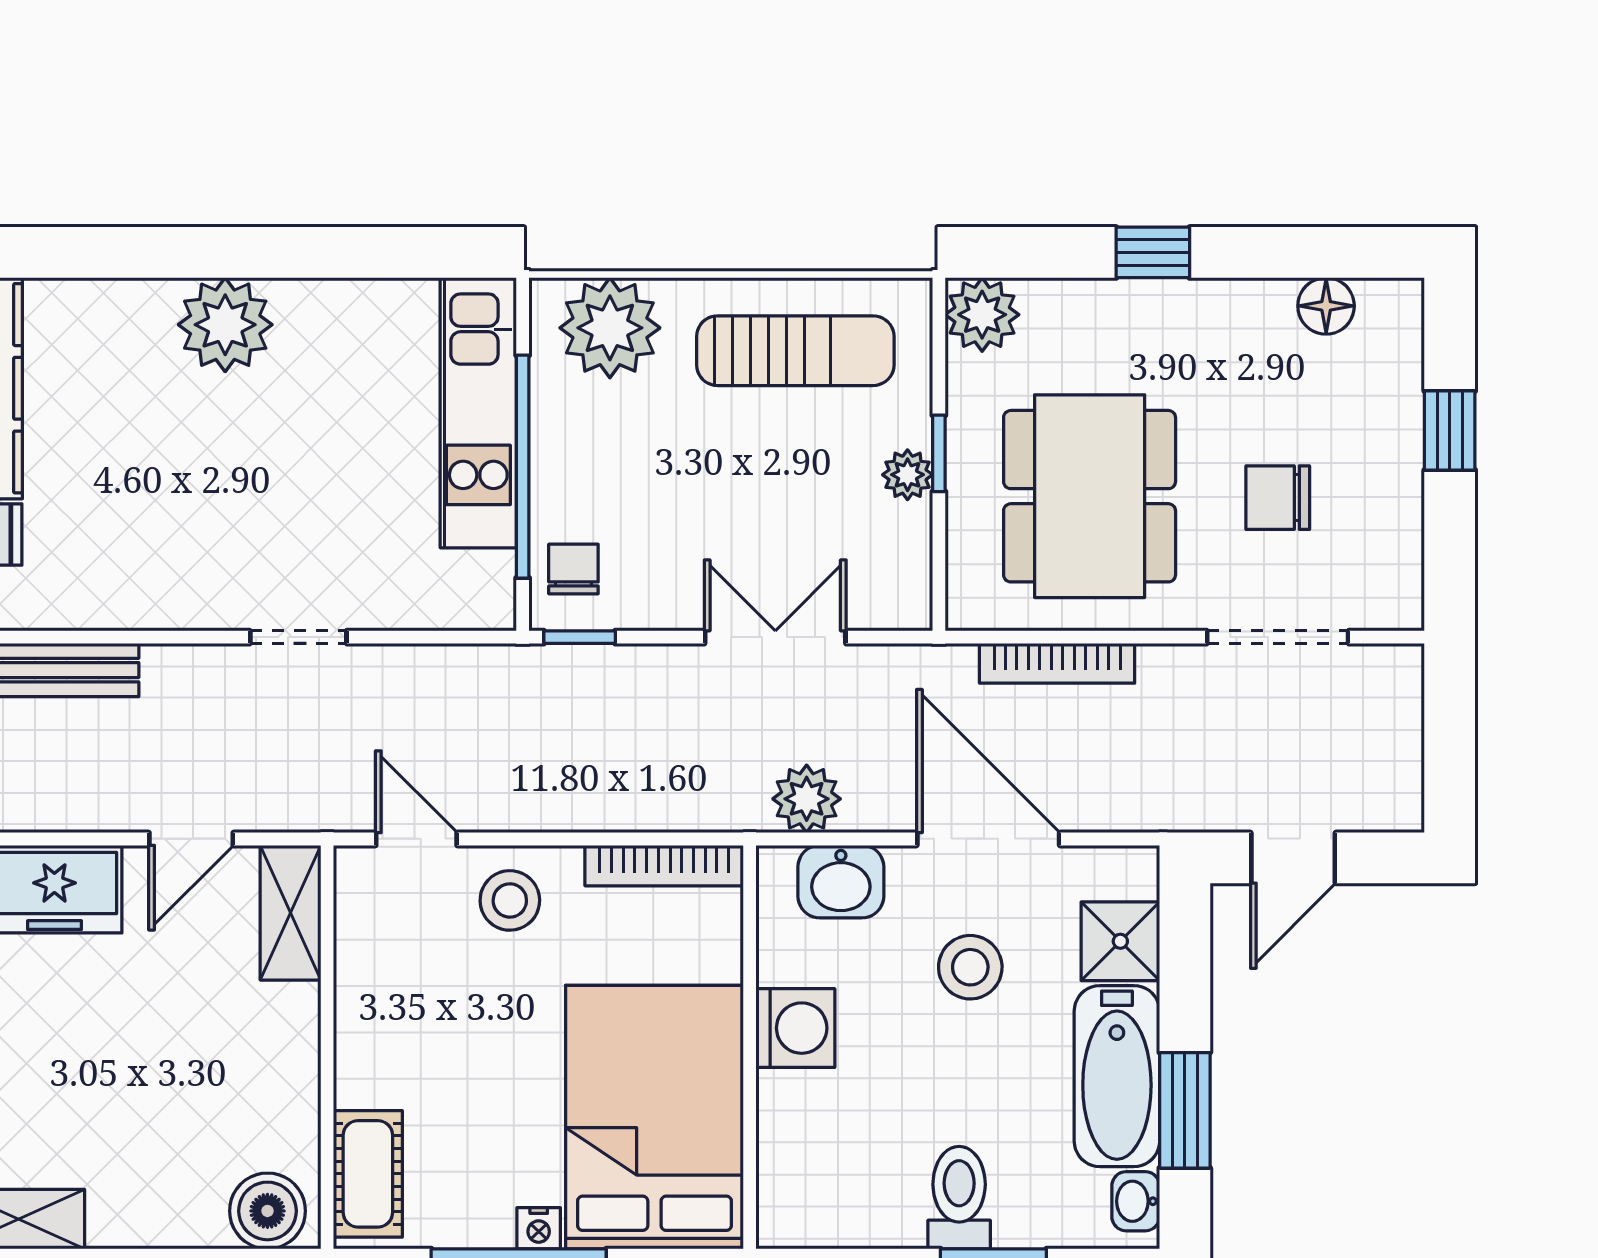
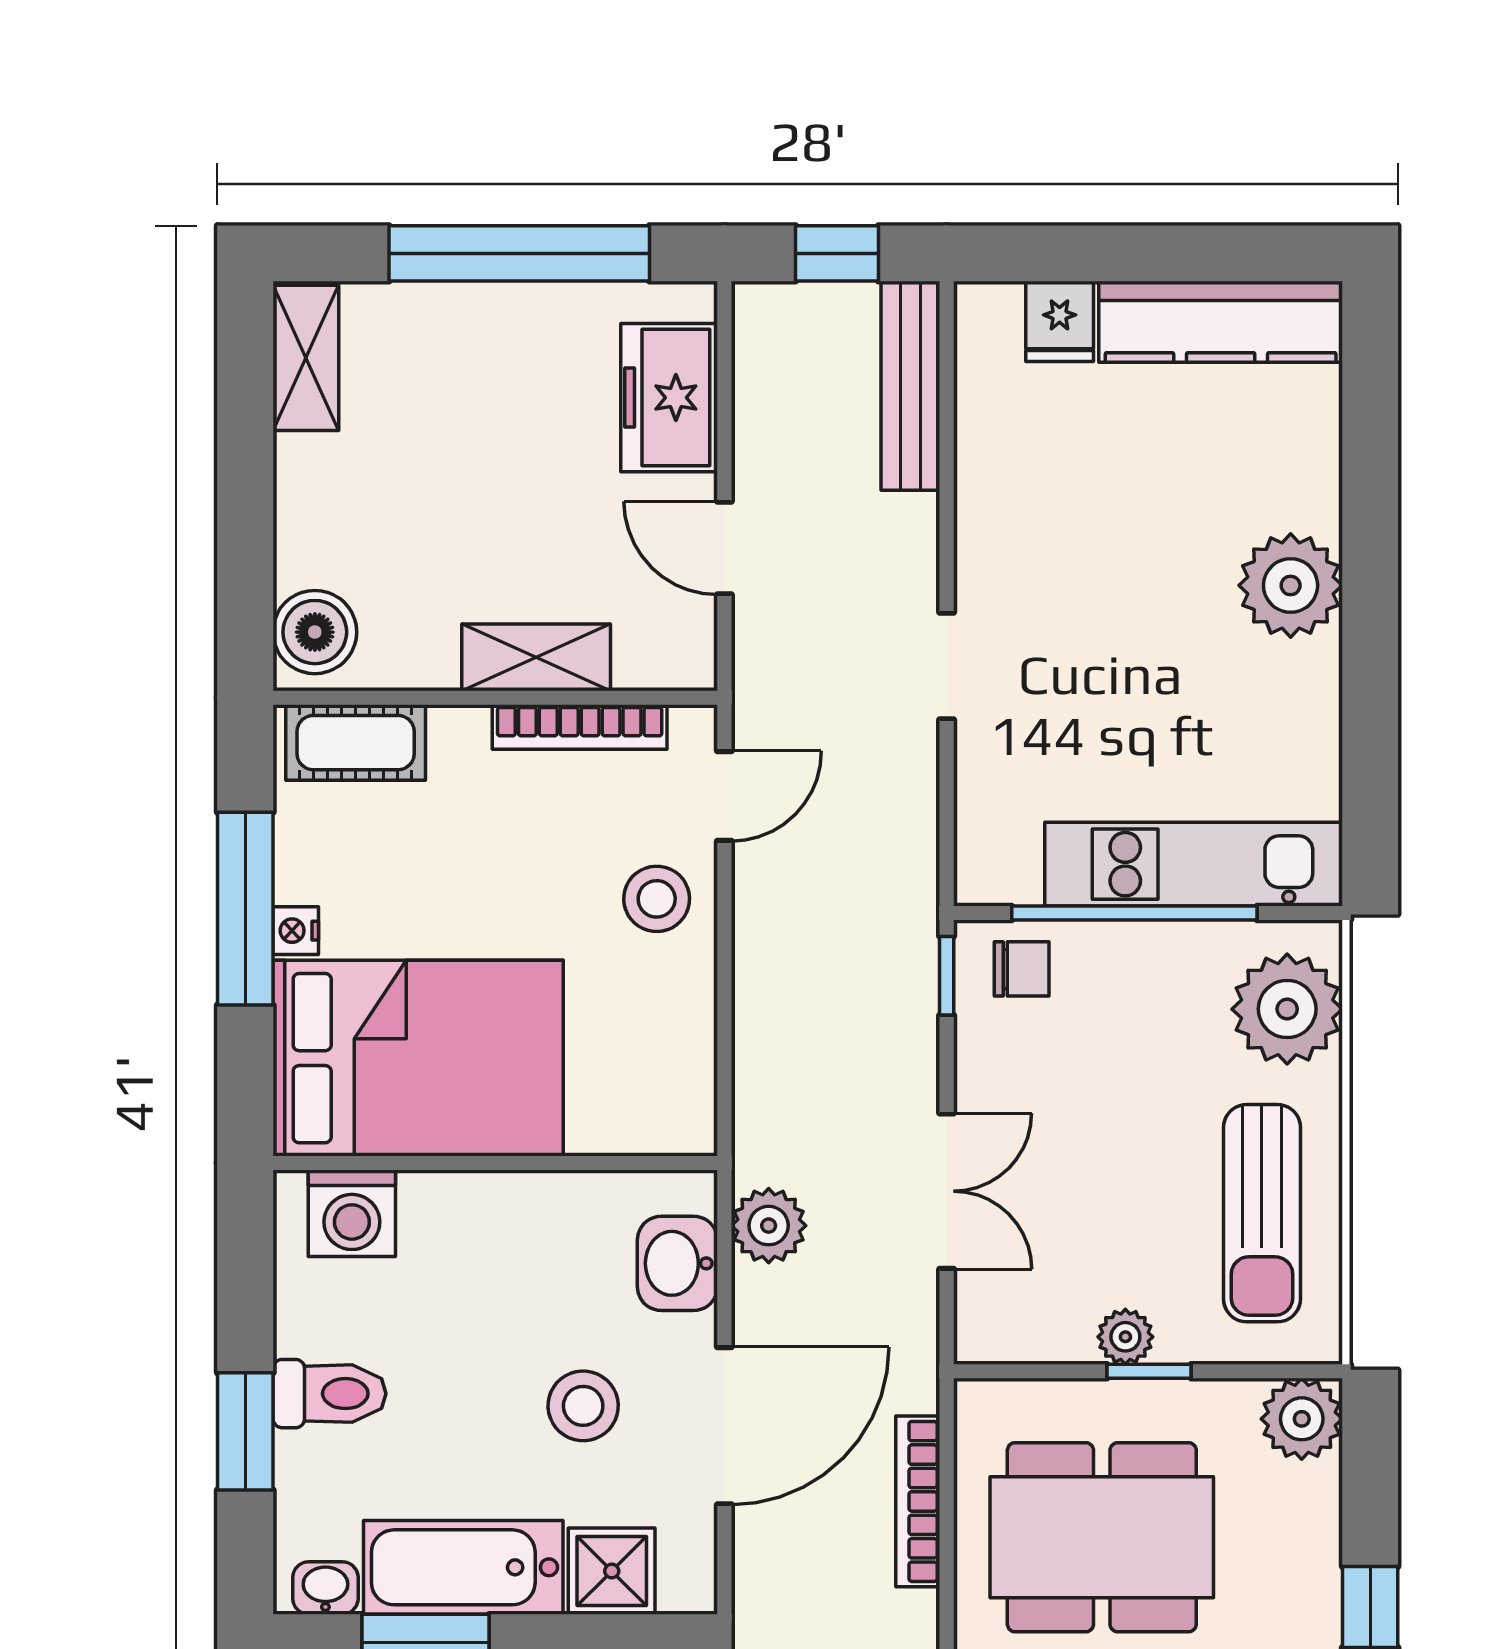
bookcase: (664, 866) -> (580, 727), moved, turned -90
shelving: (291, 913) -> (536, 657), moved
washing machine: (795, 1028) -> (352, 1213), moved

